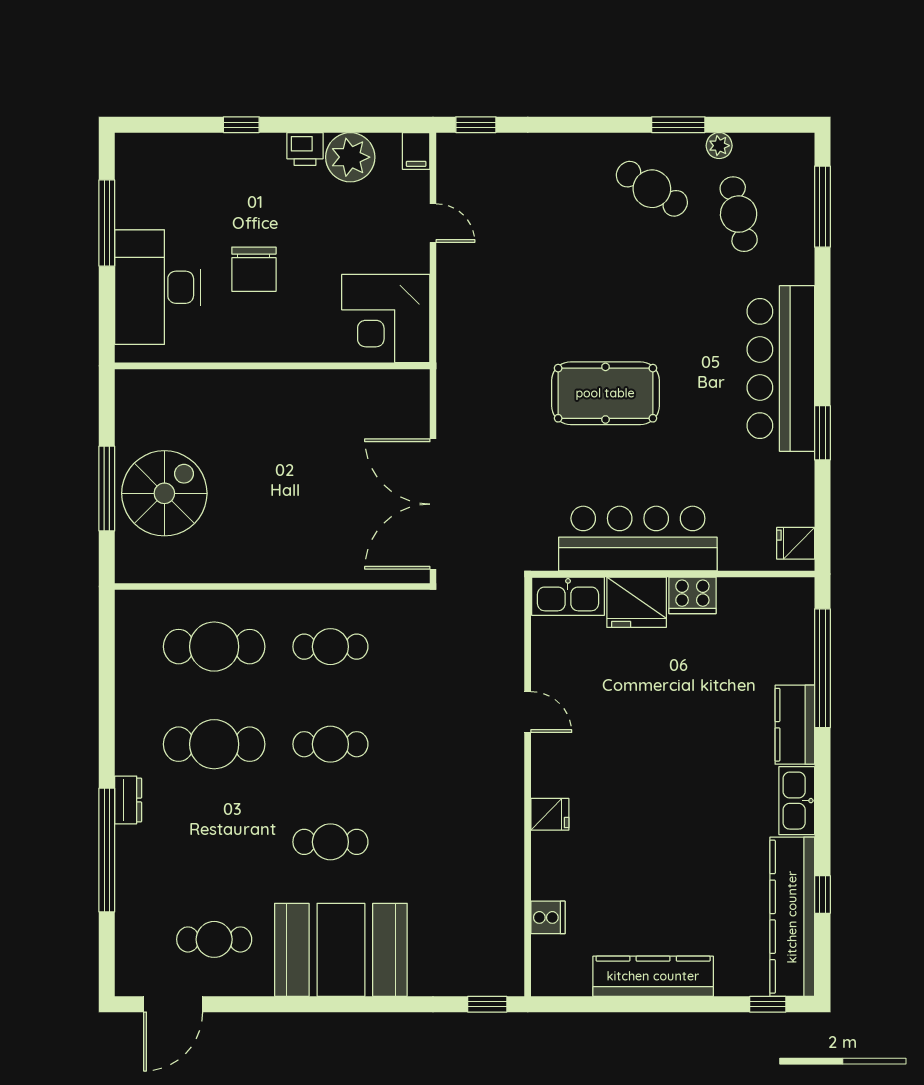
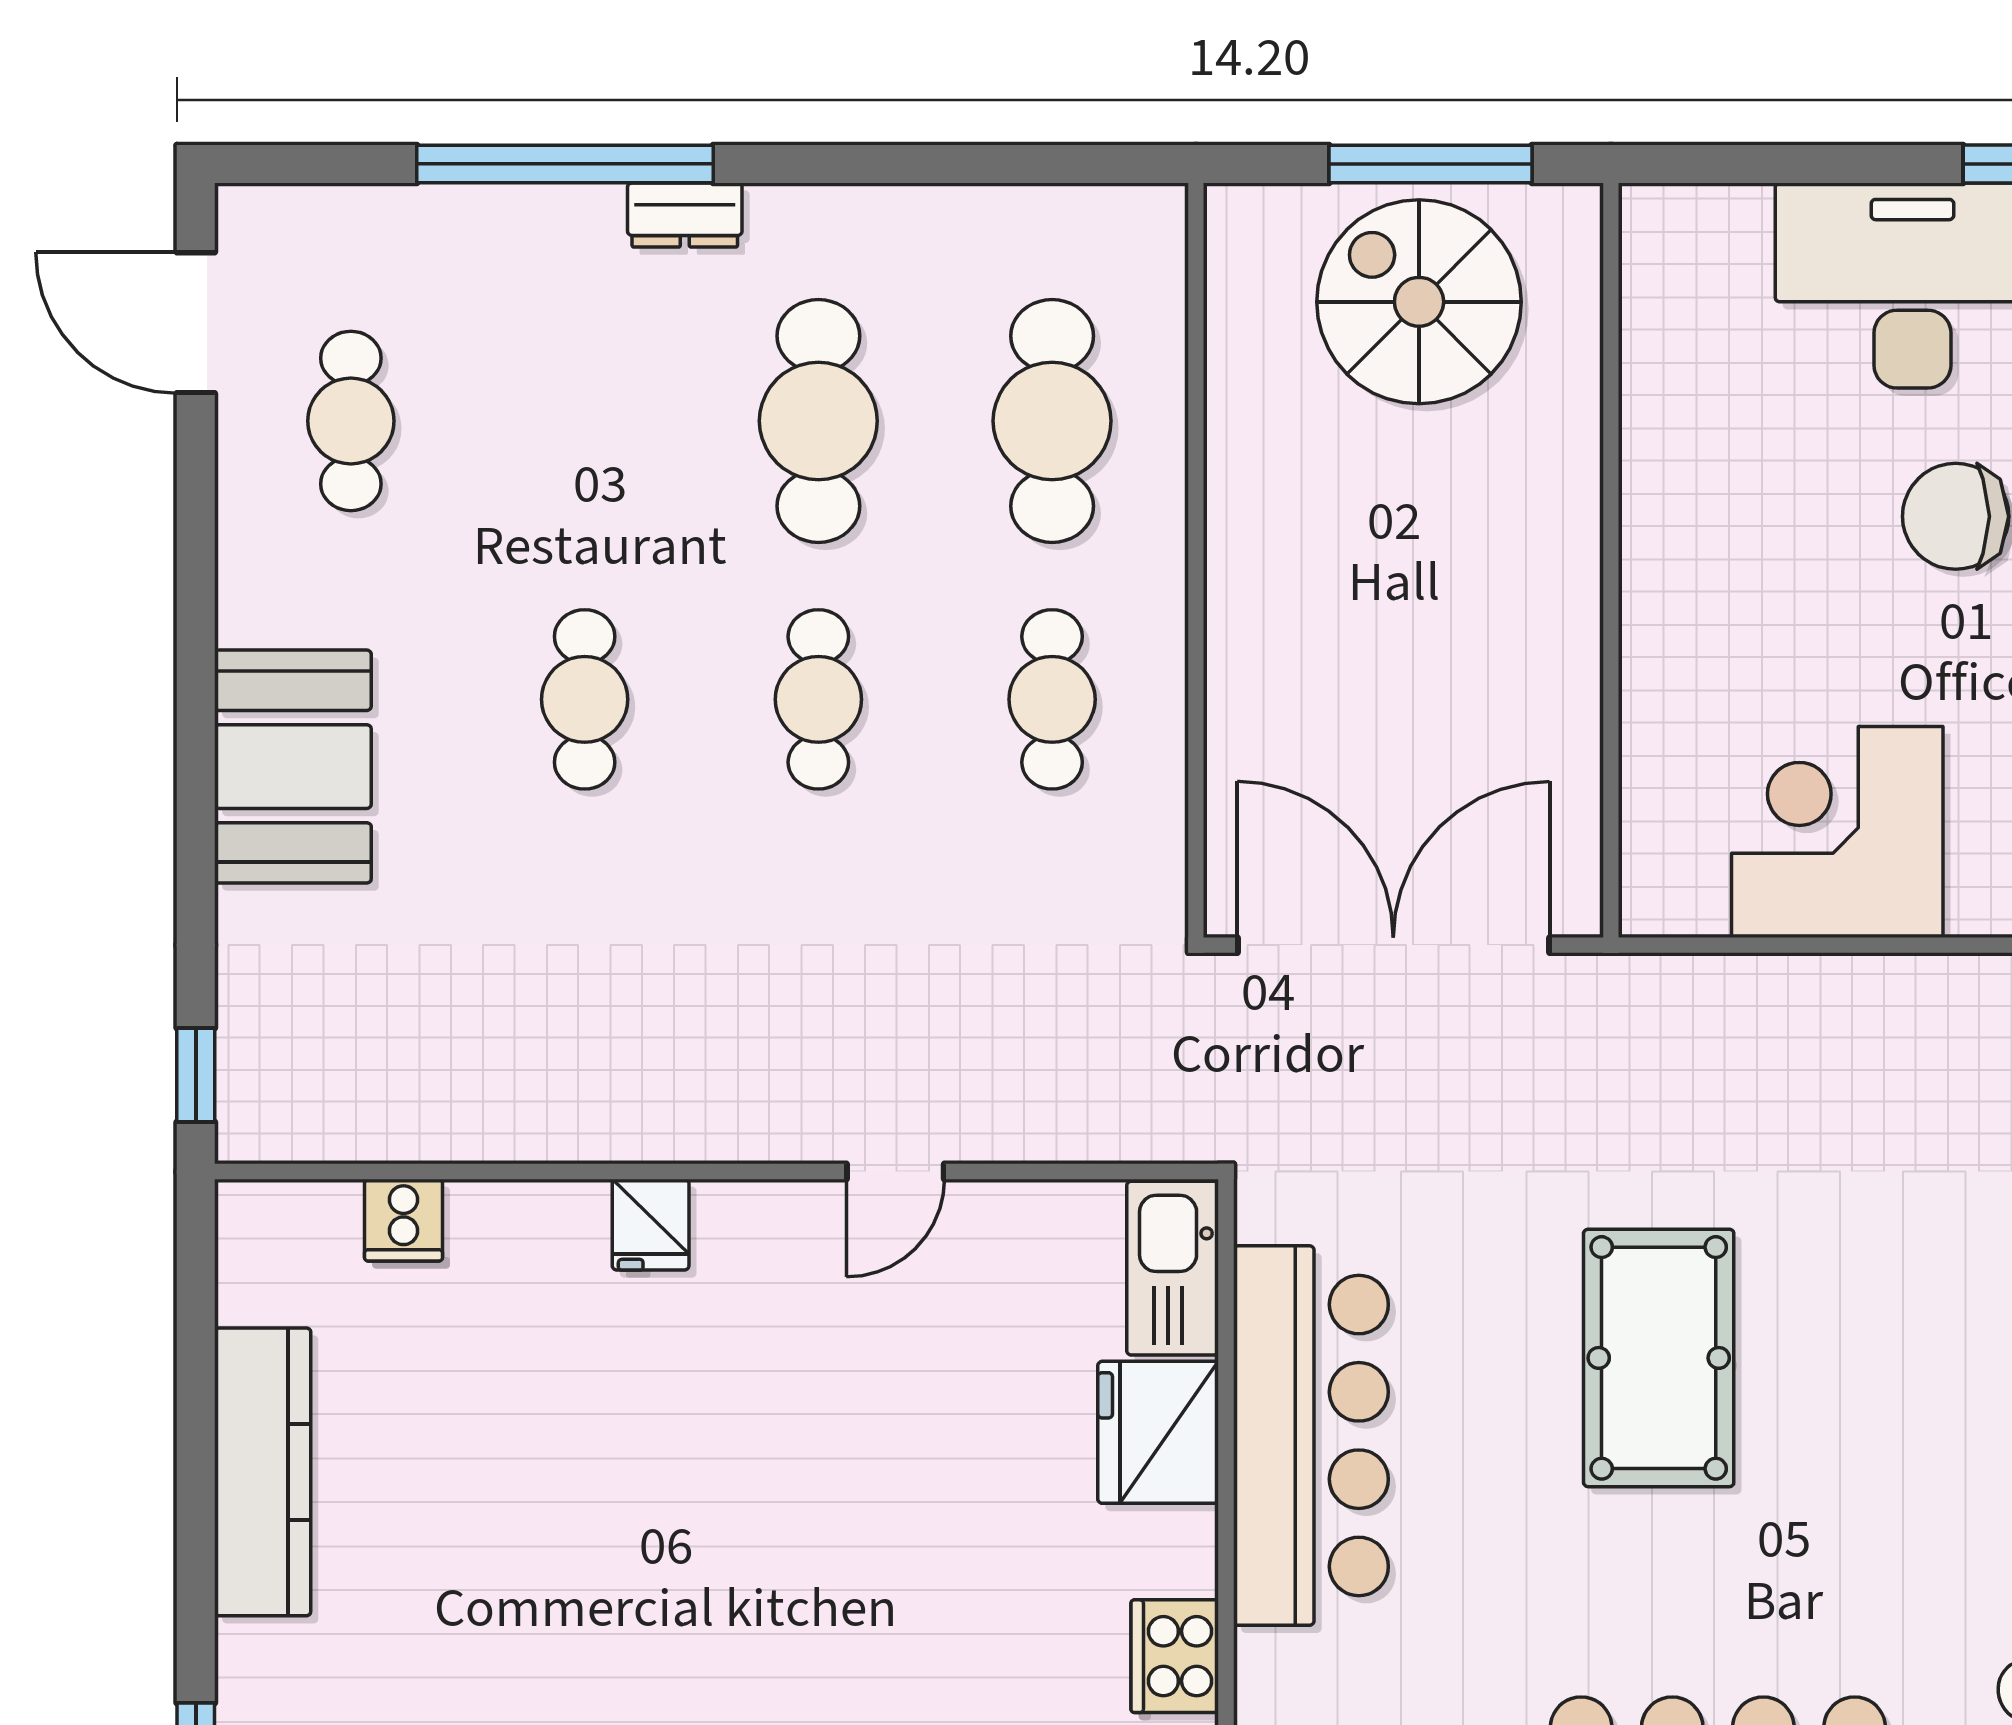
wall: (272, 366) -> (1611, 560), moved
spiral stairs: (164, 493) -> (1419, 302), turned 180
cooker: (692, 595) -> (1175, 1656), moved
booth: (341, 950) -> (293, 767), width x0.73, depth x0.70

